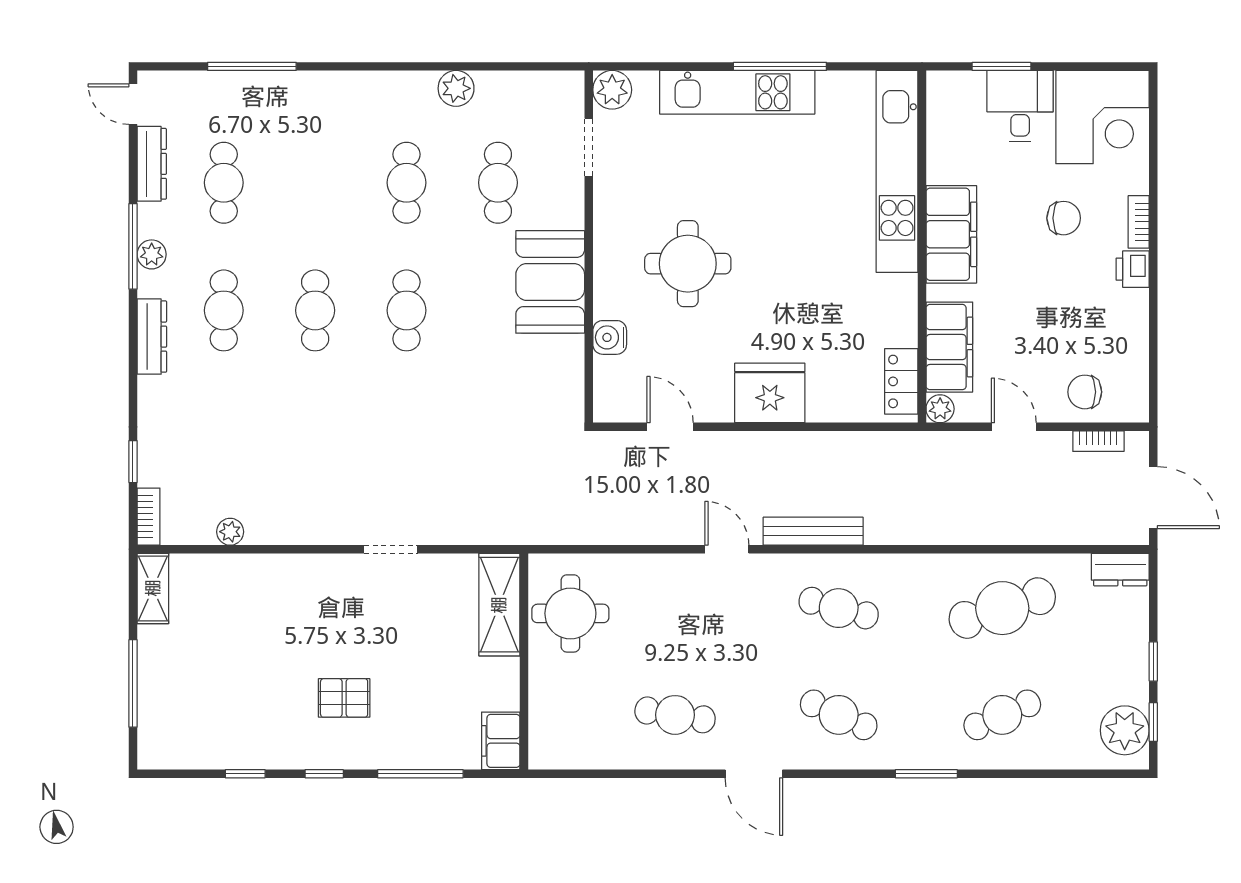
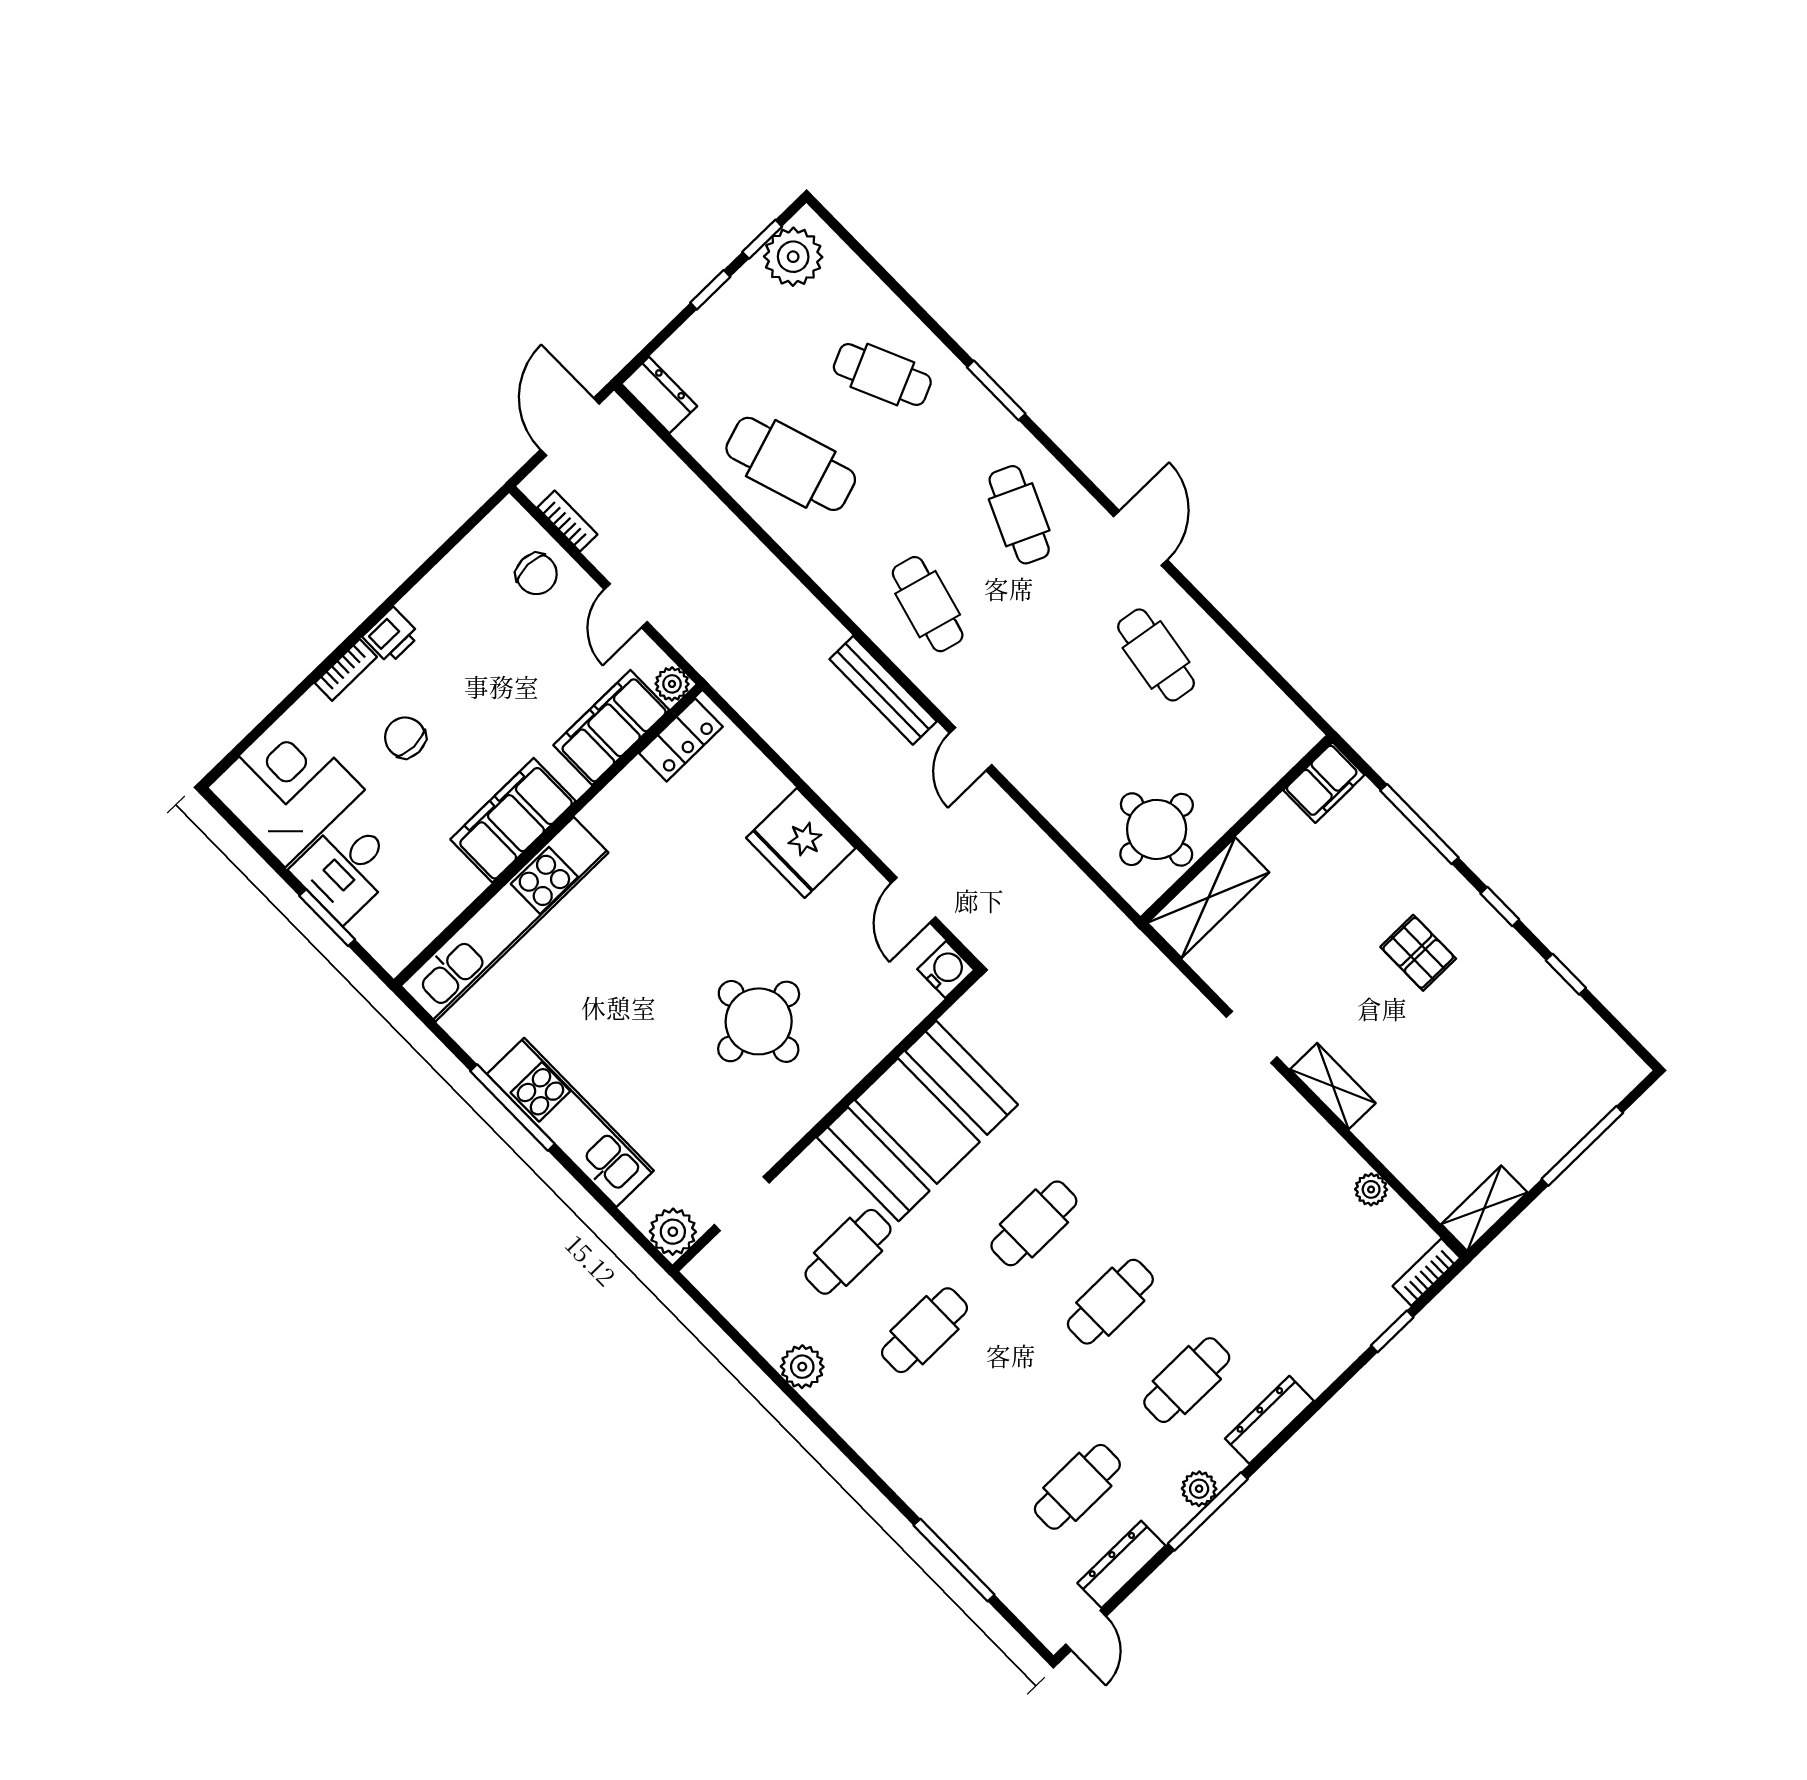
booth: (550, 282) -> (917, 1121), width x1.36, depth x1.42
water cooler: (610, 337) -> (946, 969), moved, turned -90
shelving: (314, 569) -> (1333, 1086), added

